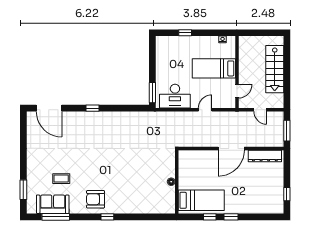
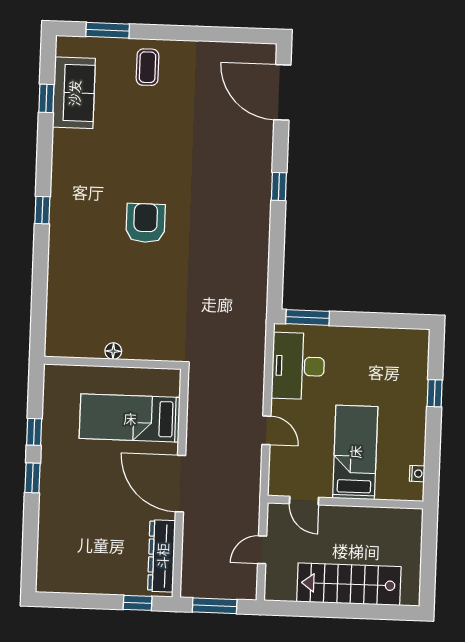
door: (49, 108) -> (282, 92), hinge flipped
coffee table: (61, 179) -> (148, 67), moved
window: (287, 194) -> (138, 603), moved
armchair: (95, 199) -> (145, 223), moved
bed: (201, 200) -> (130, 418), moved, turned 90
window: (56, 217) -> (46, 98), width x0.46

